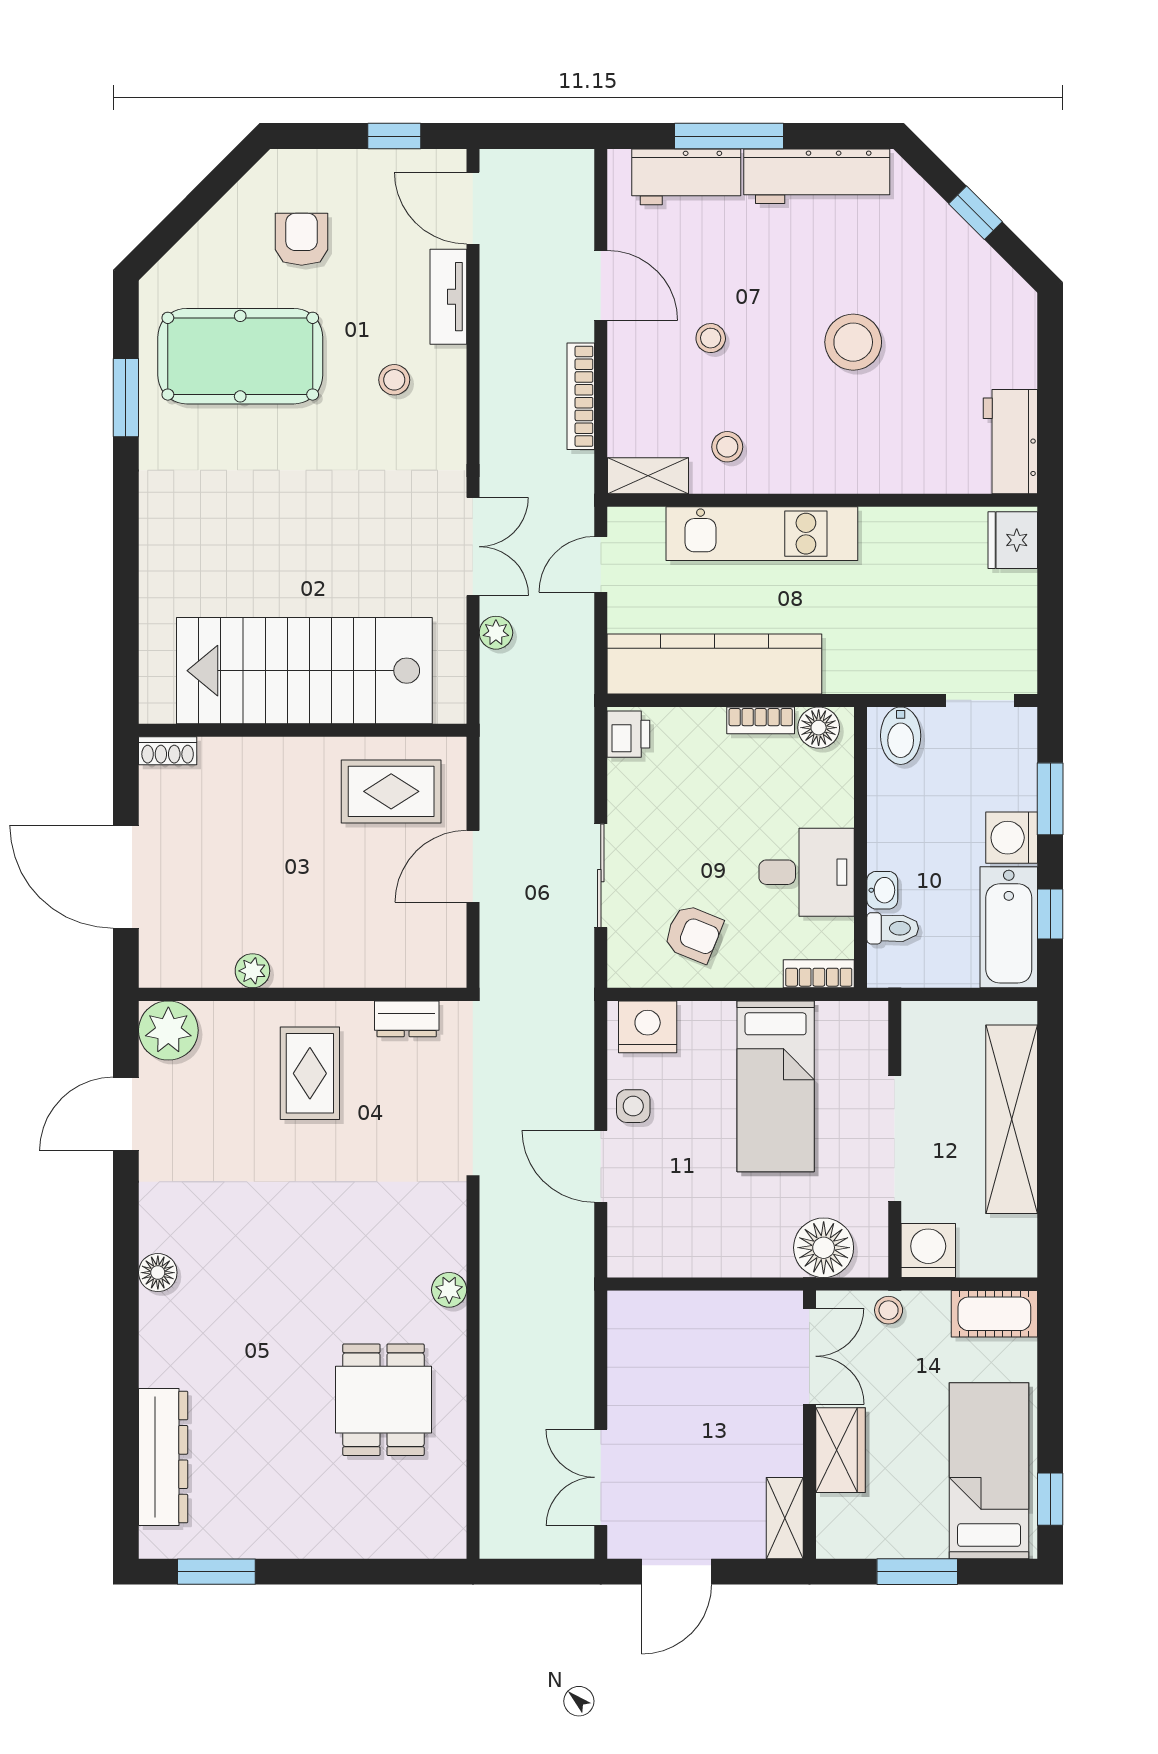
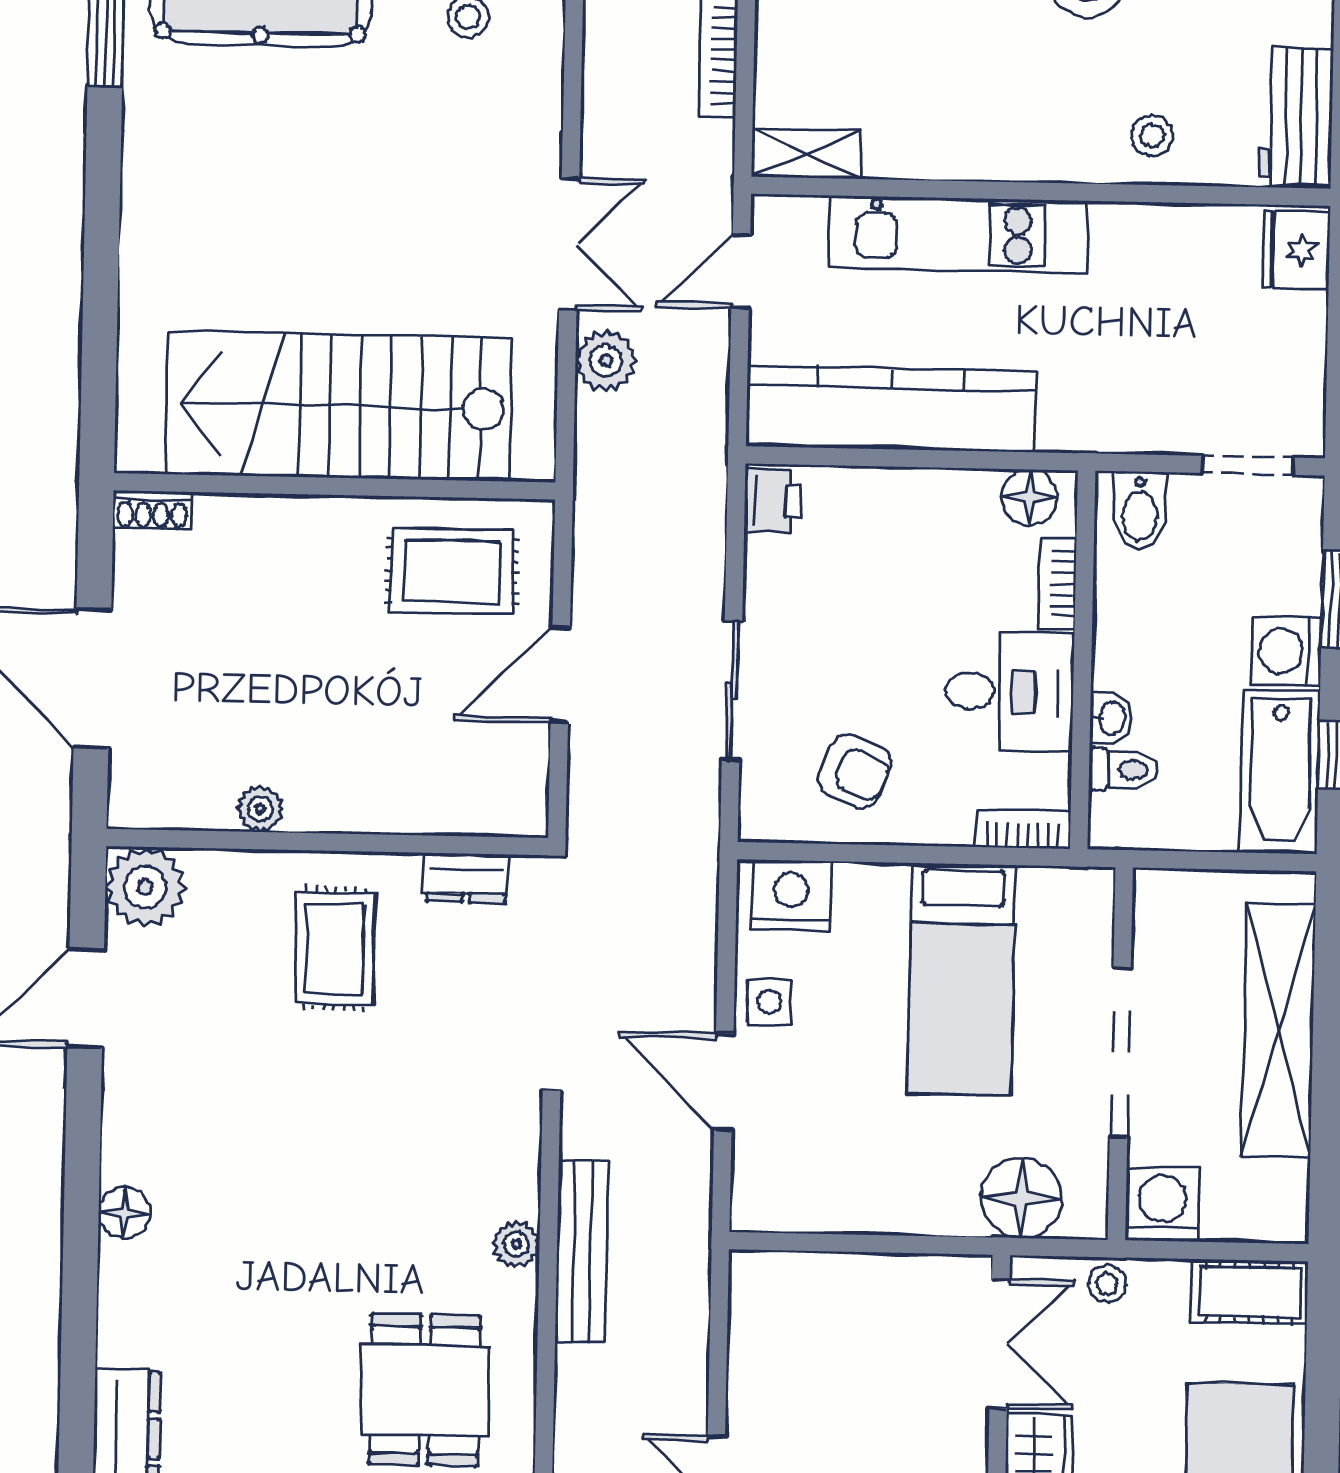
stool: (727, 447) -> (1152, 136), moved
plant: (496, 633) -> (606, 361), width x1.38, depth x1.38
bookcase: (761, 720) -> (1057, 583), moved, turned 90
bench: (498, 1294) -> (582, 1251), added

